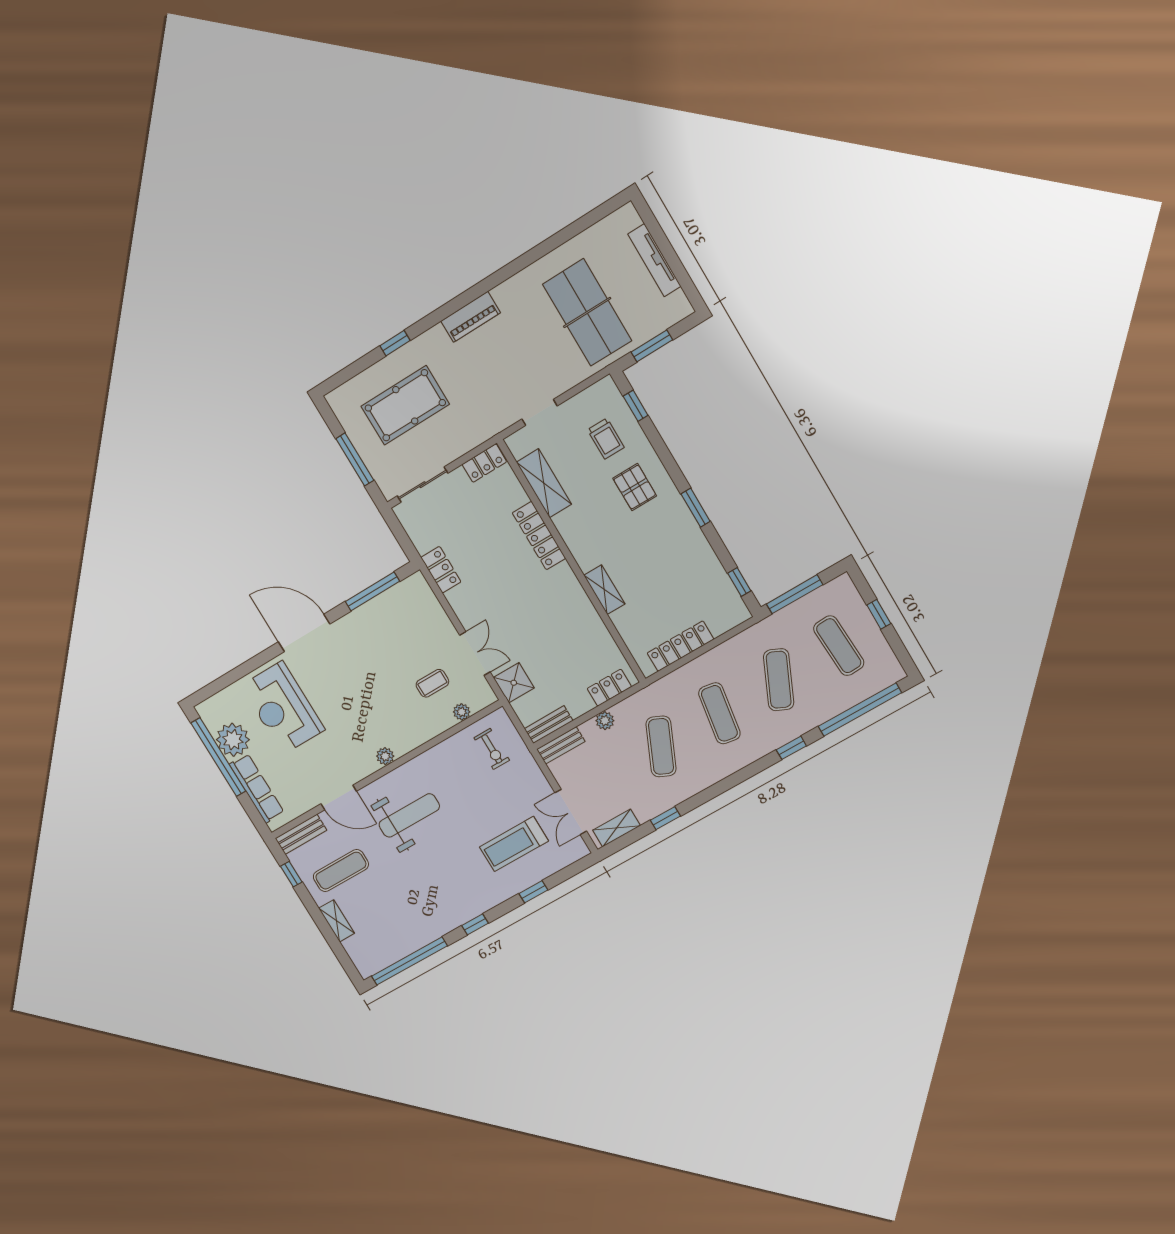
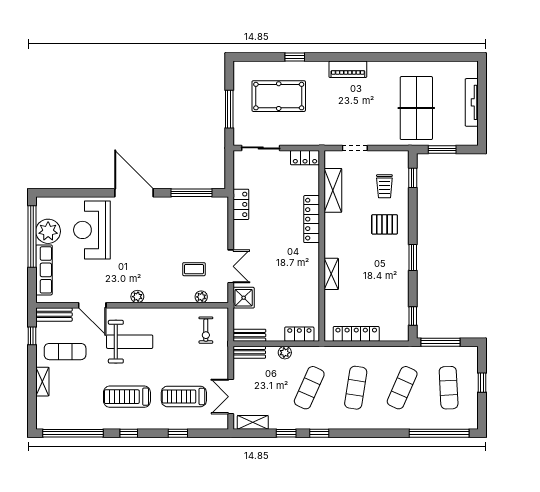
pallet: (635, 487) -> (385, 224), turned 90
window: (791, 748) -> (319, 433), moved
treadmill: (446, 883) -> (127, 397), added

